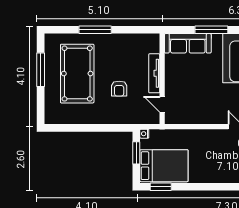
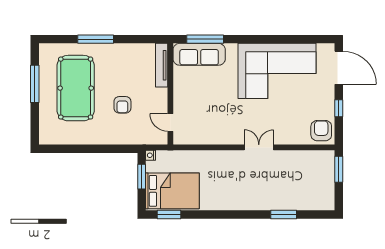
window: (211, 30) -> (205, 39), moved
tv unit: (154, 73) -> (162, 65), moved

